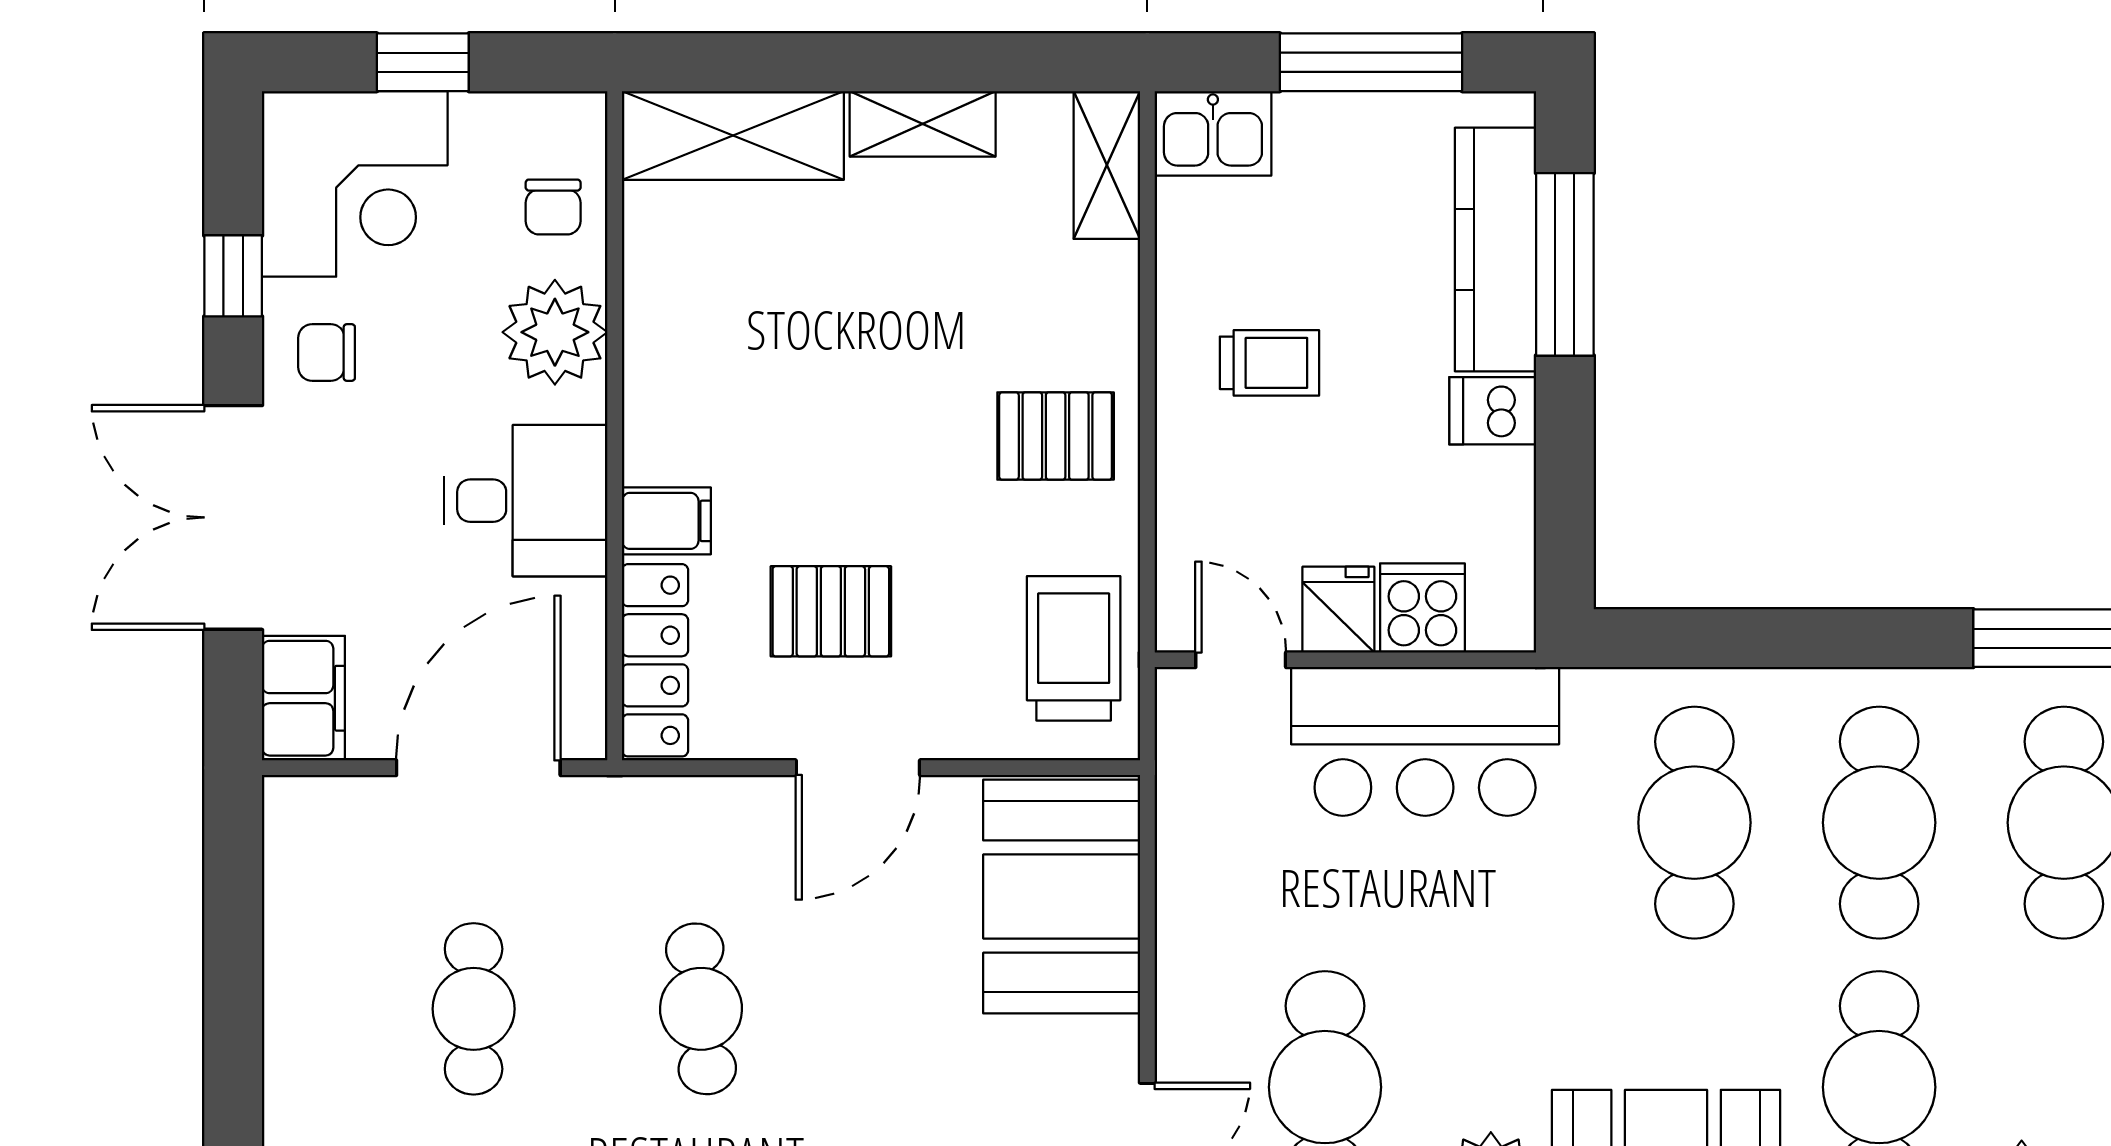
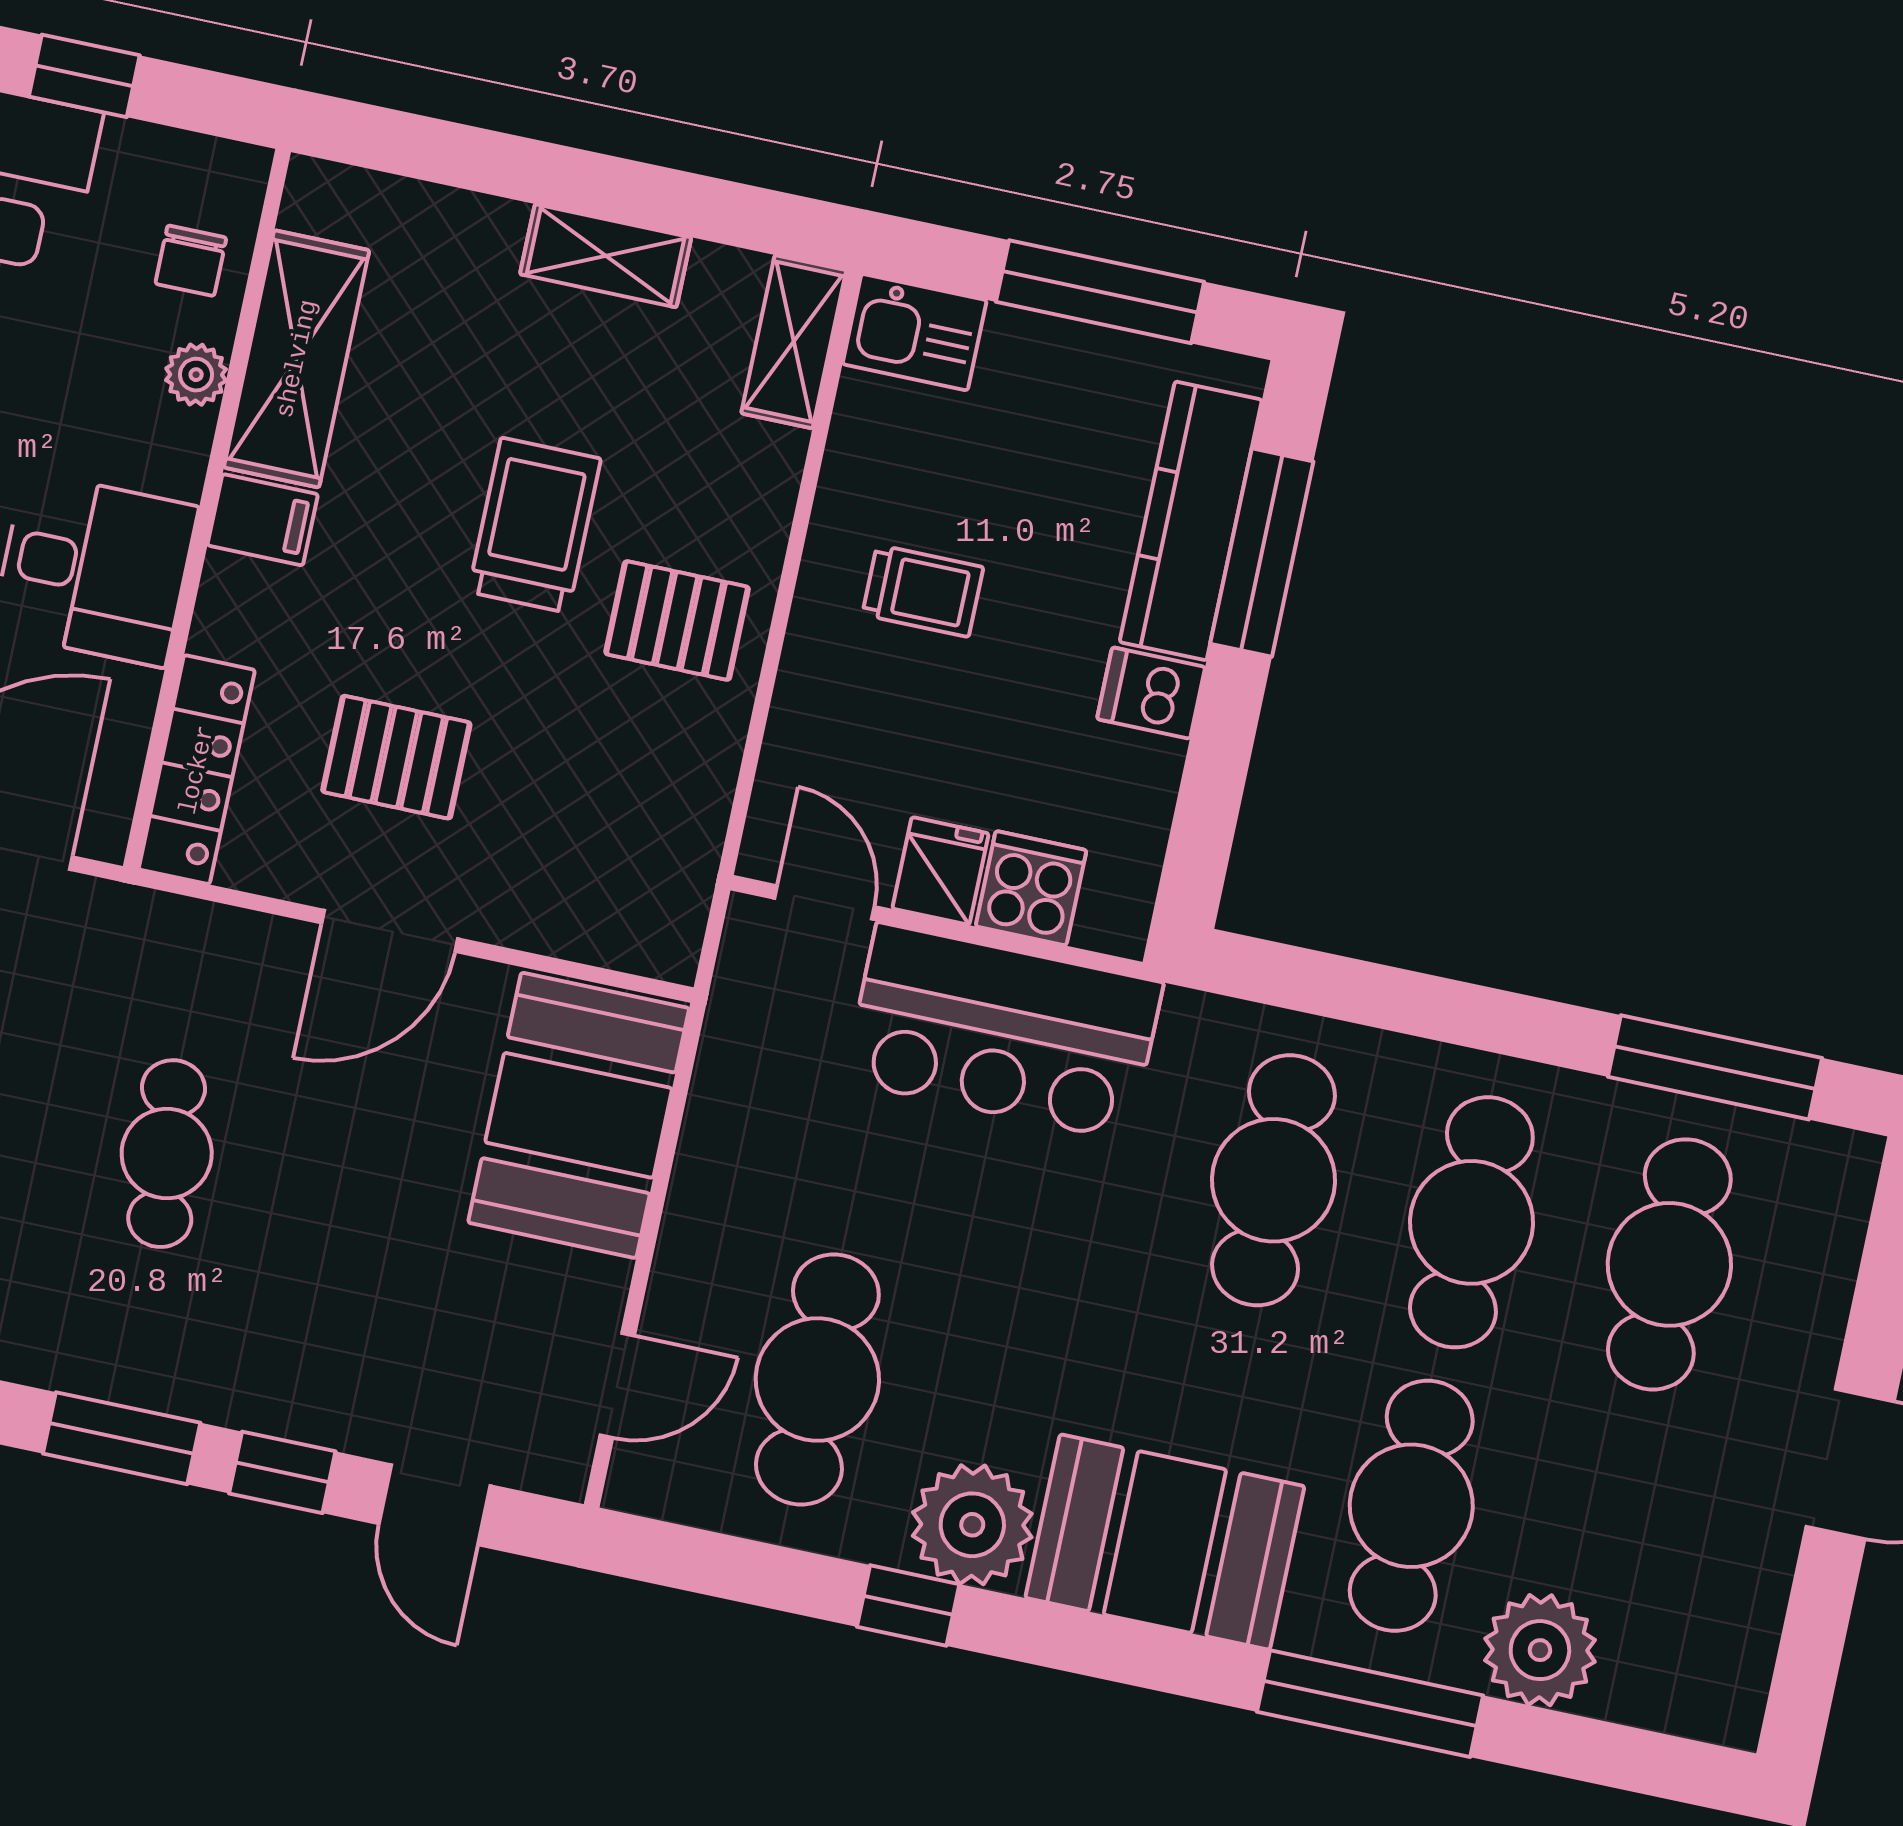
shelving: (733, 135) -> (297, 359), moved, turned 90
plant: (555, 332) -> (196, 375), width x0.53, depth x0.53
filing cabinet: (666, 521) -> (263, 520), moved
trolley: (1074, 648) -> (535, 525), moved

